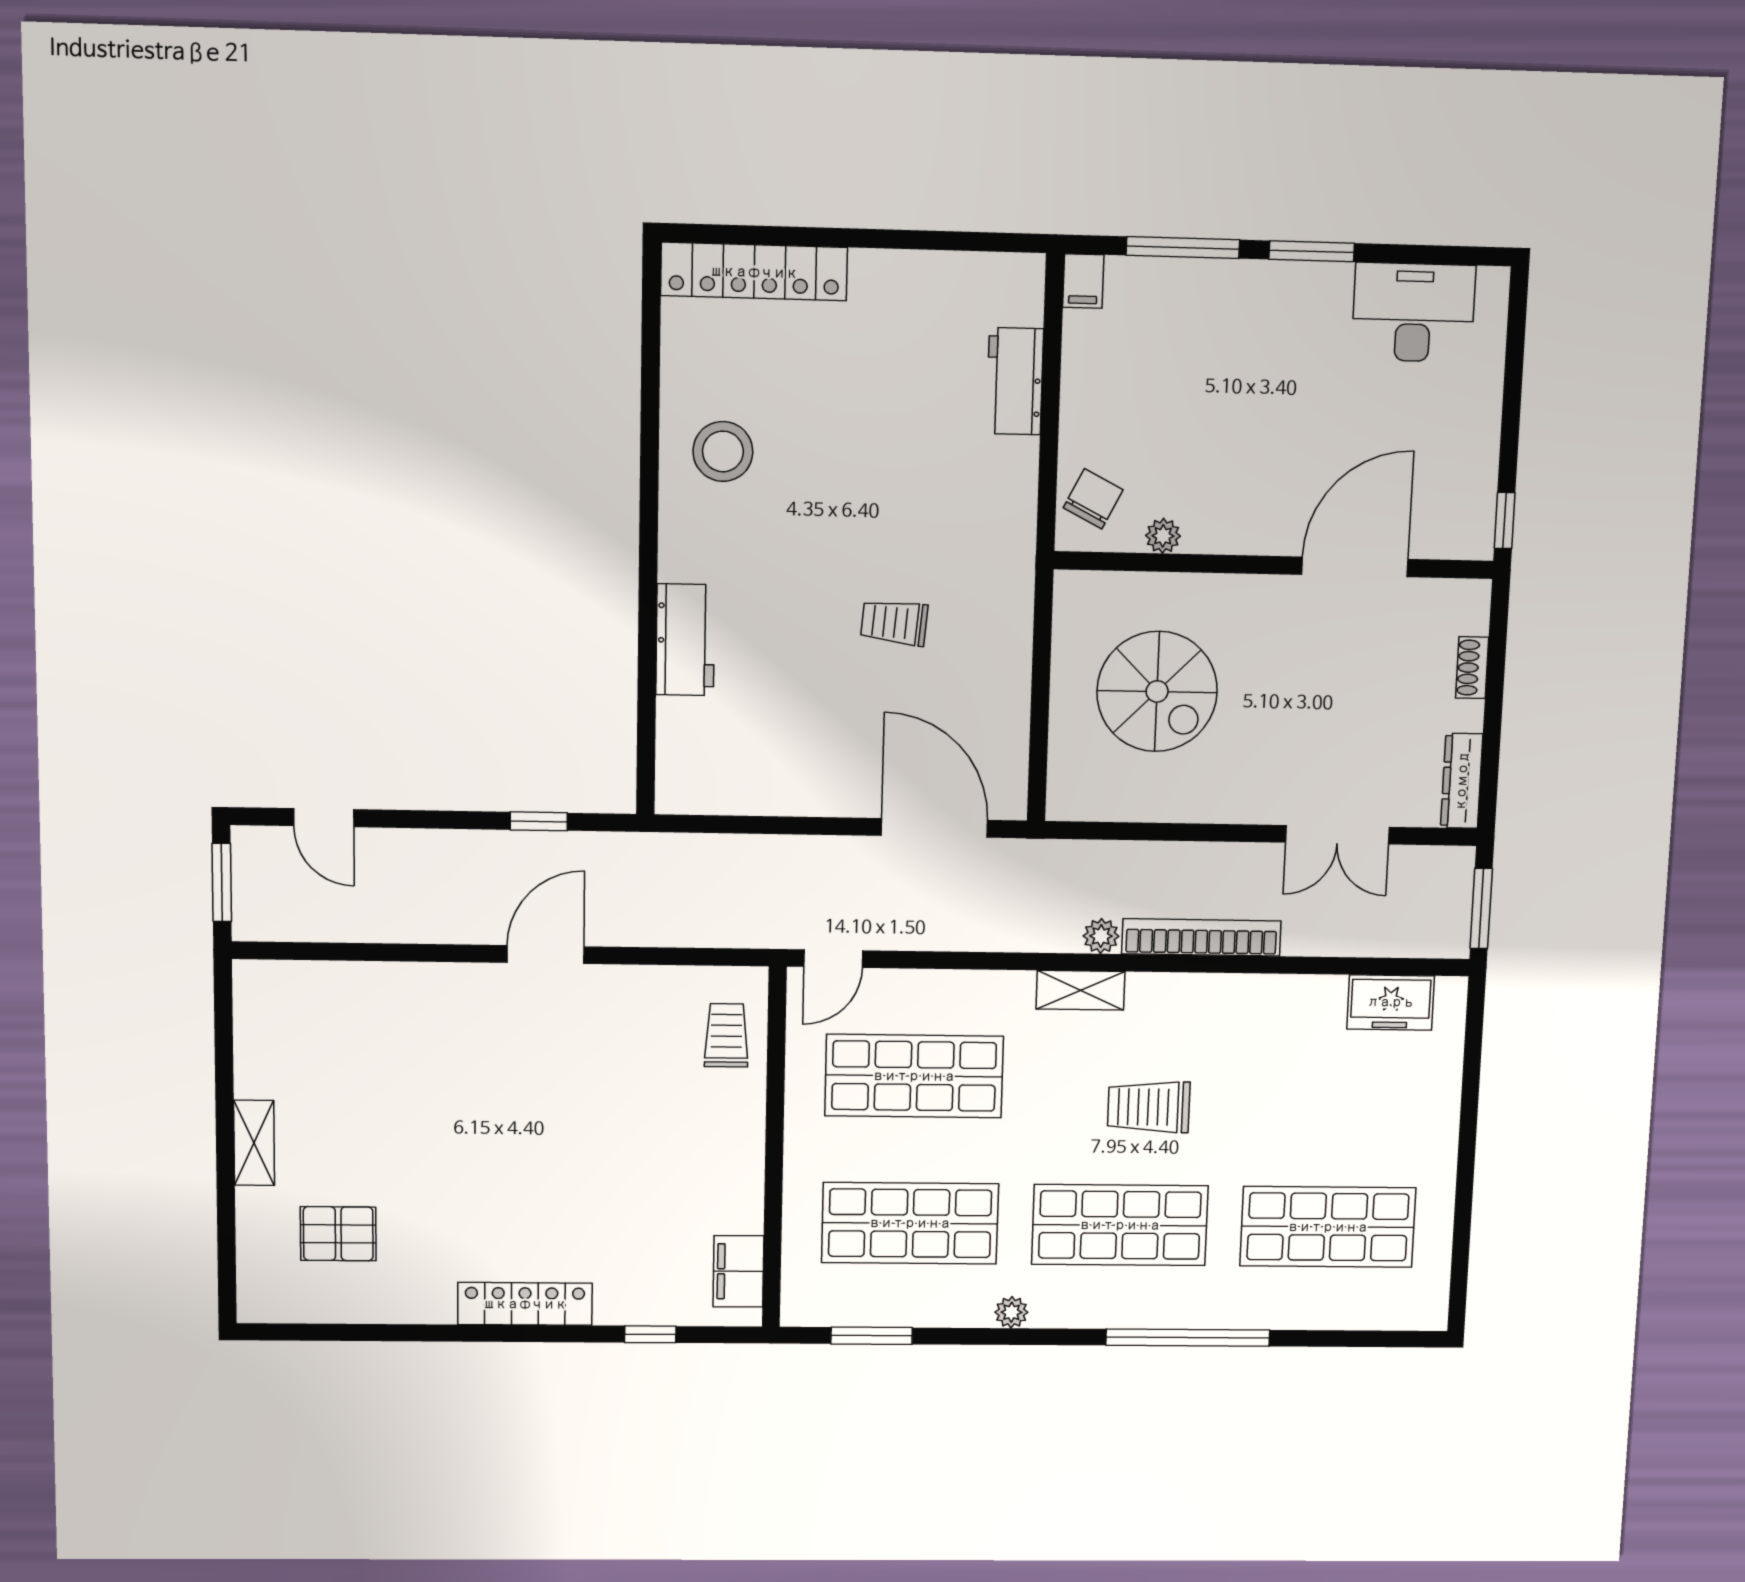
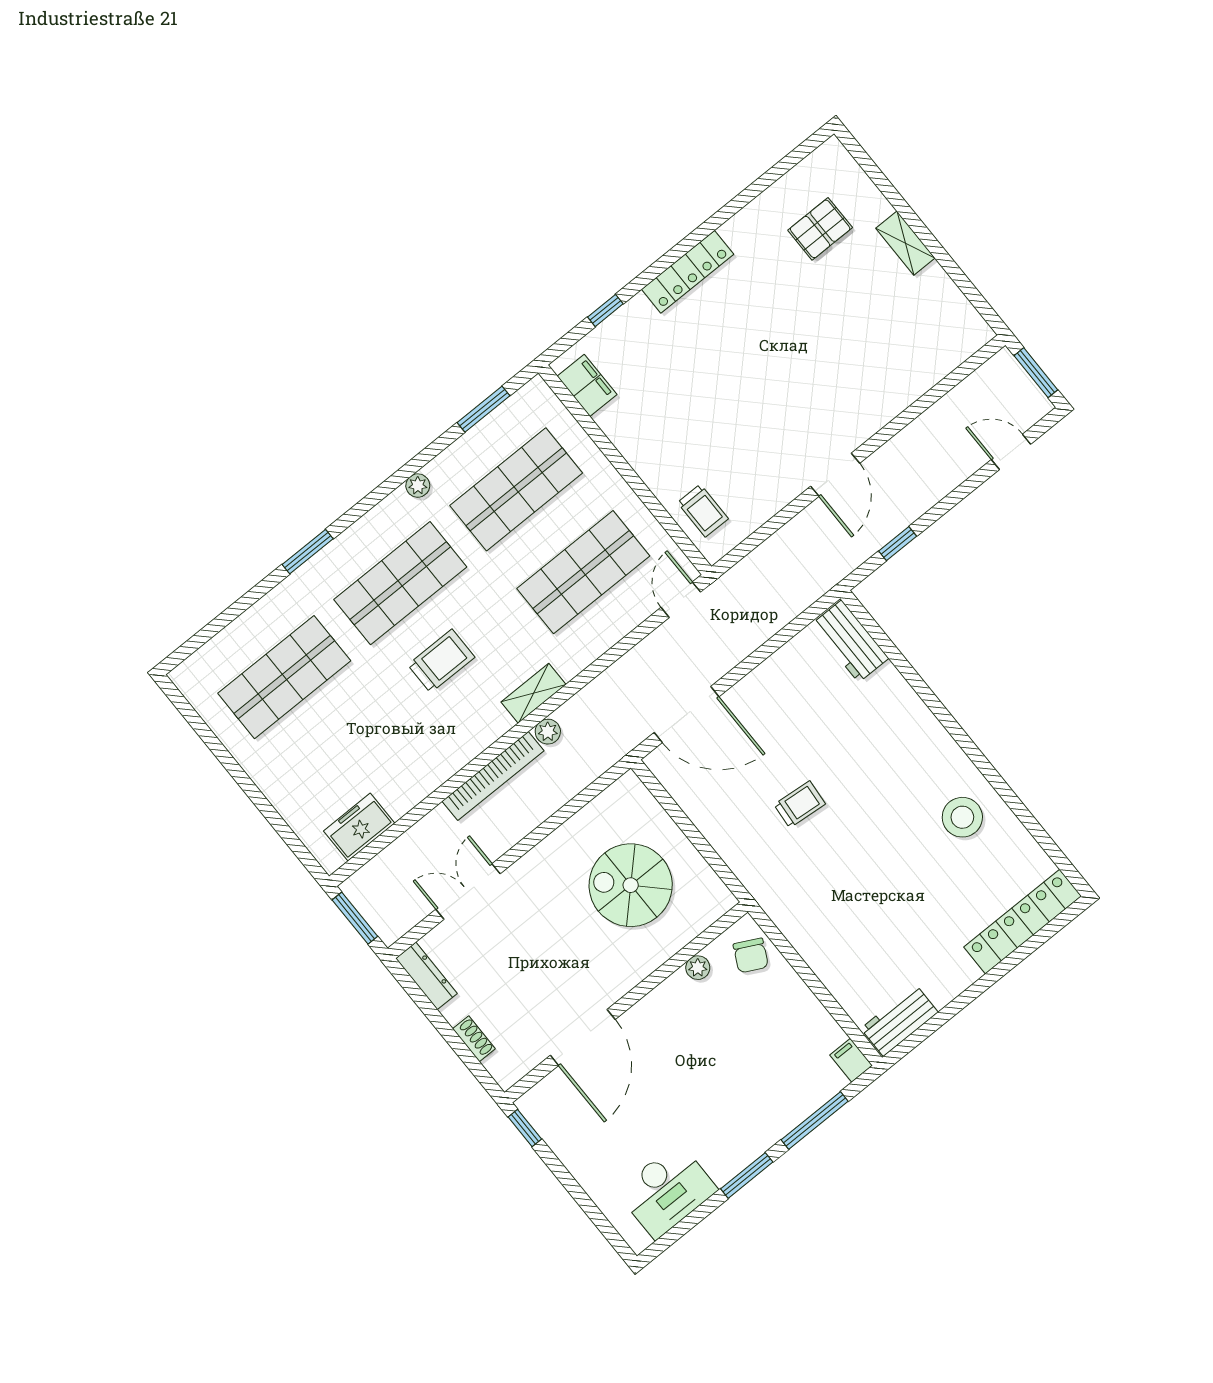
workbench: (1015, 381) -> (899, 1020), moved, turned -90
workbench: (685, 640) -> (850, 641), moved
window: (1188, 1338) -> (308, 552), width x0.47

